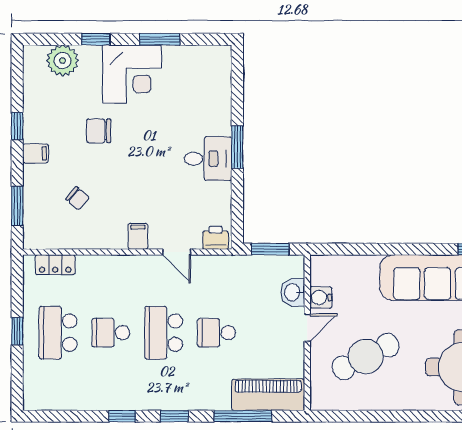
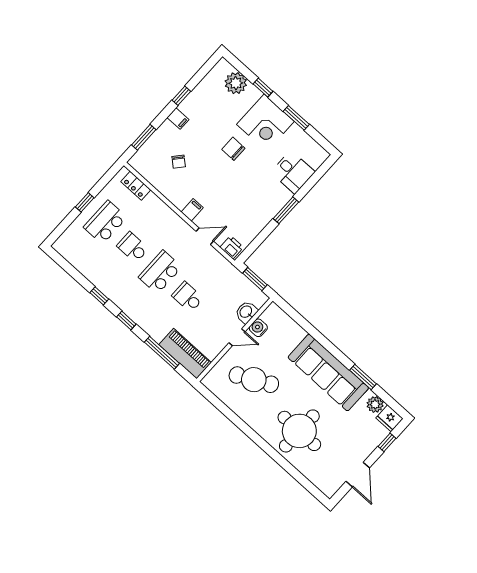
chair: (99, 131) -> (233, 149), moved
desk: (208, 159) -> (293, 172), moved
door: (177, 252) -> (205, 236), swing flipped

